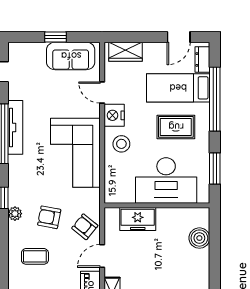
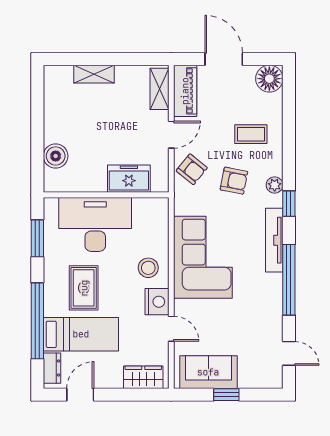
tv unit: (15, 127) -> (274, 240), moved
rug: (176, 127) -> (84, 288), turned 90

